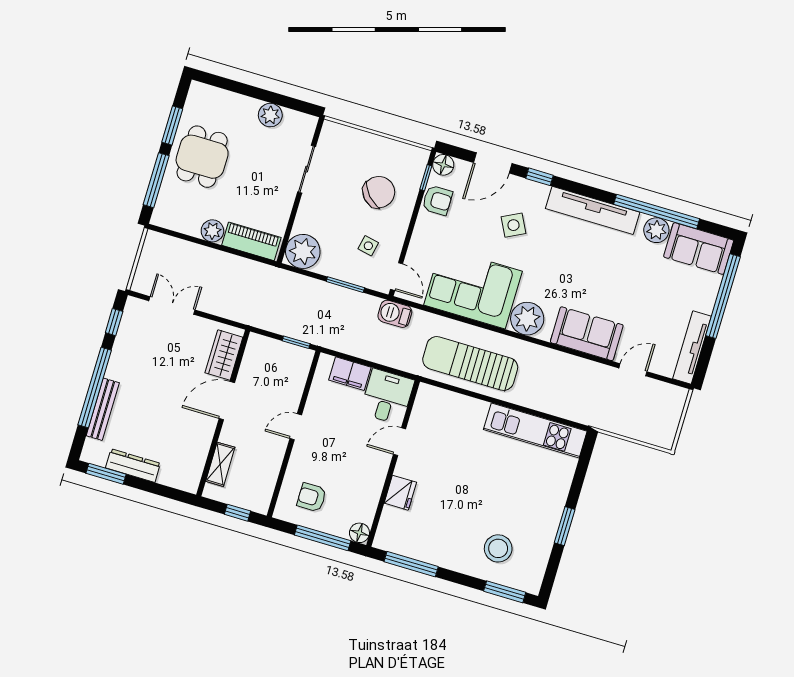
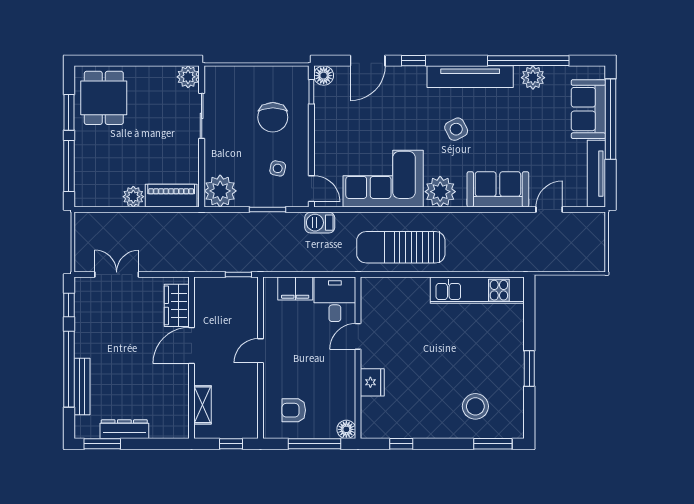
plant: (270, 115) -> (188, 77), moved
dining table: (202, 157) -> (104, 98), moved
chair: (379, 192) -> (273, 117), turned 133
armchair: (437, 200) -> (328, 109), removed
side table: (514, 225) -> (456, 129), moved
sofa: (699, 249) -> (588, 109), moved, turned 90
window: (411, 564) -> (401, 444), width x0.46

